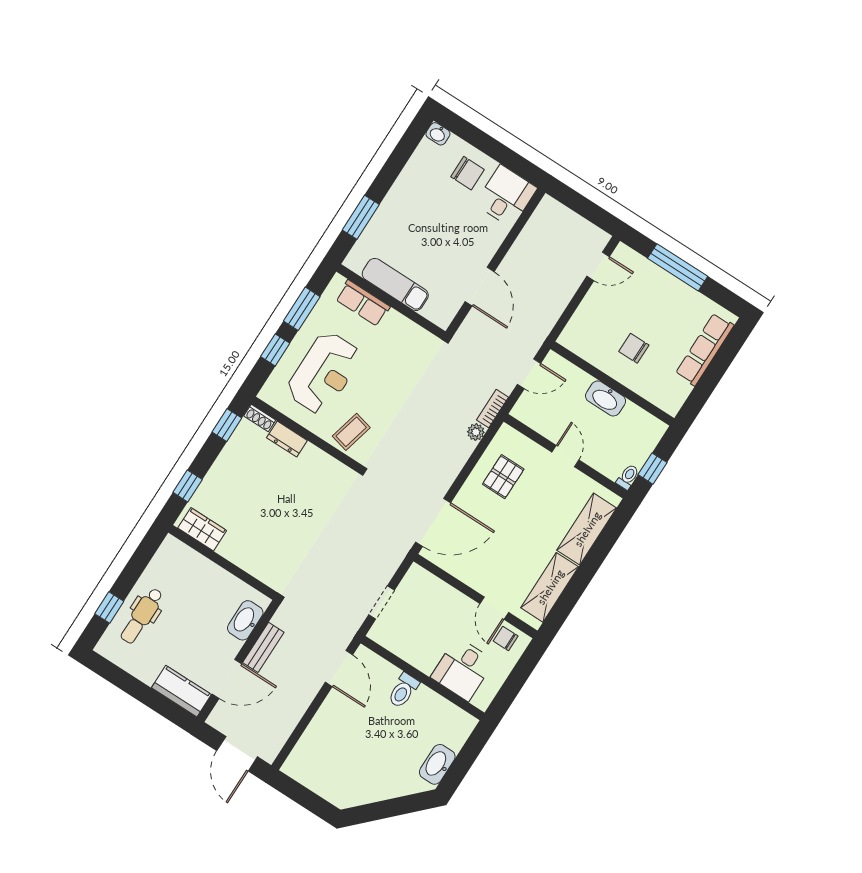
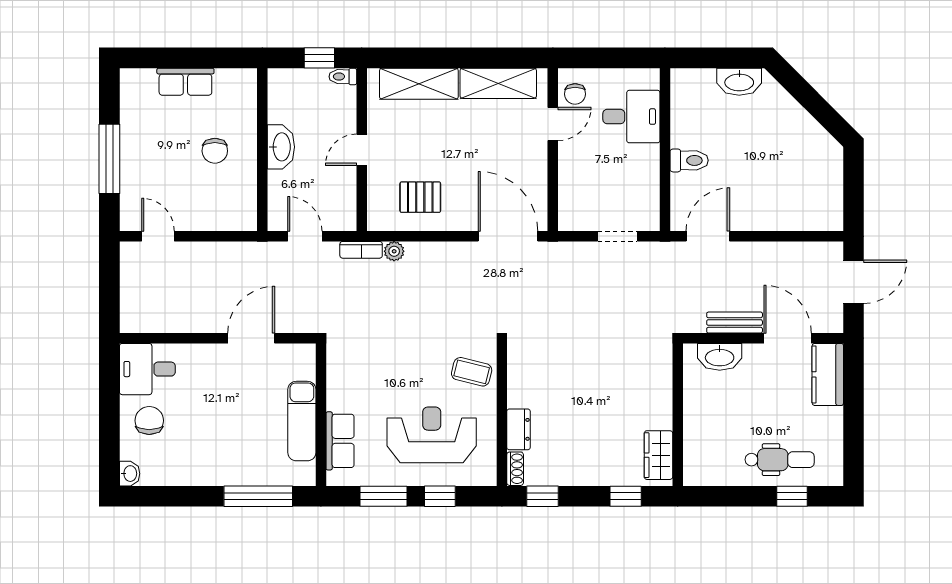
window: (361, 217) -> (258, 496), width x1.44
row of seats: (705, 349) -> (185, 82), width x0.68

